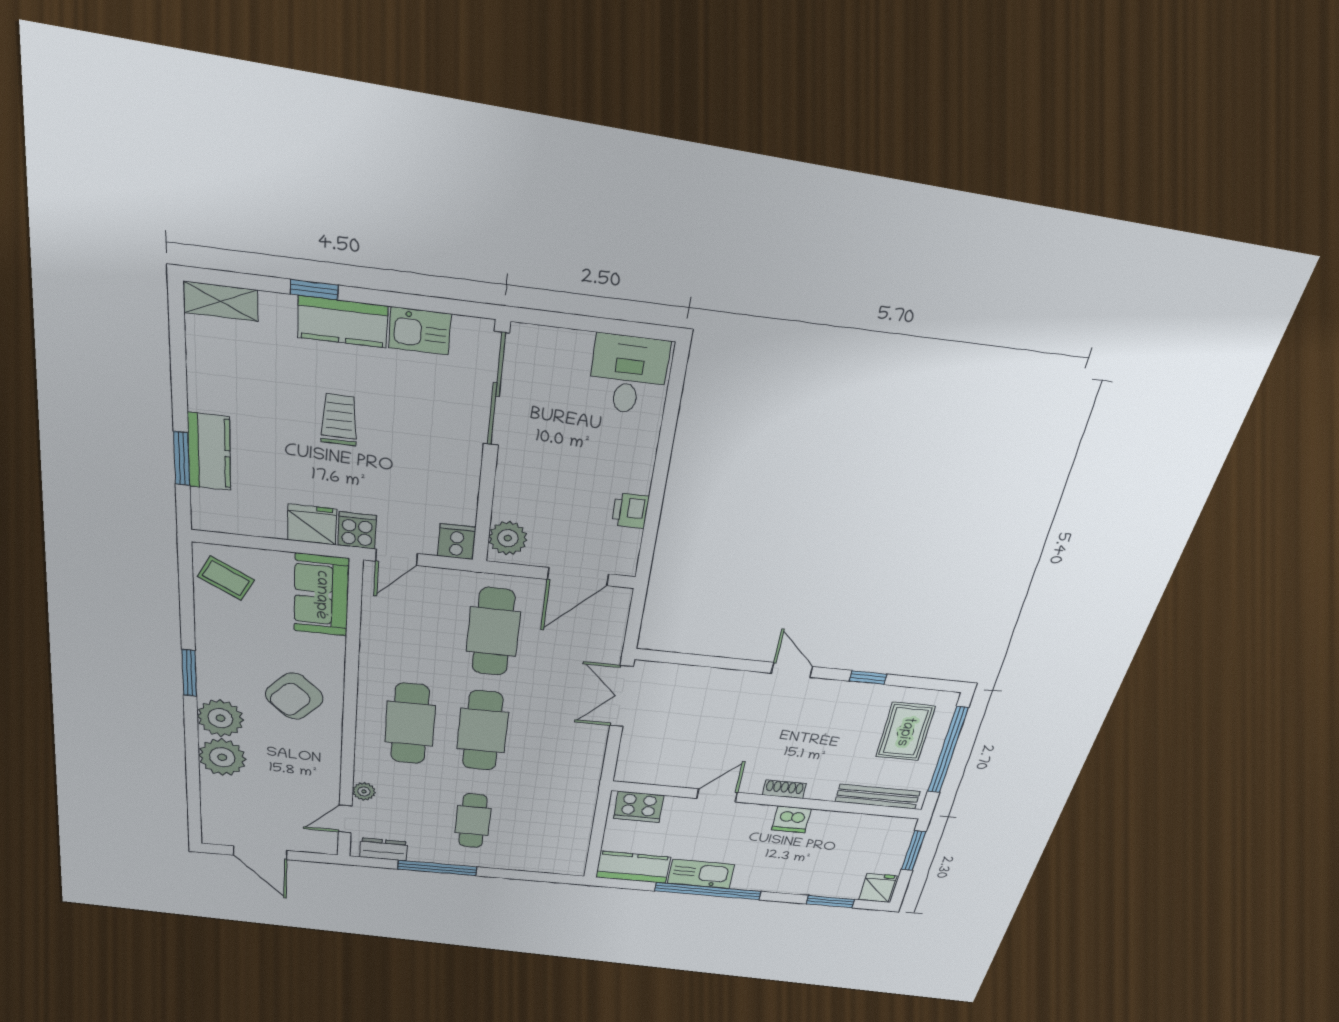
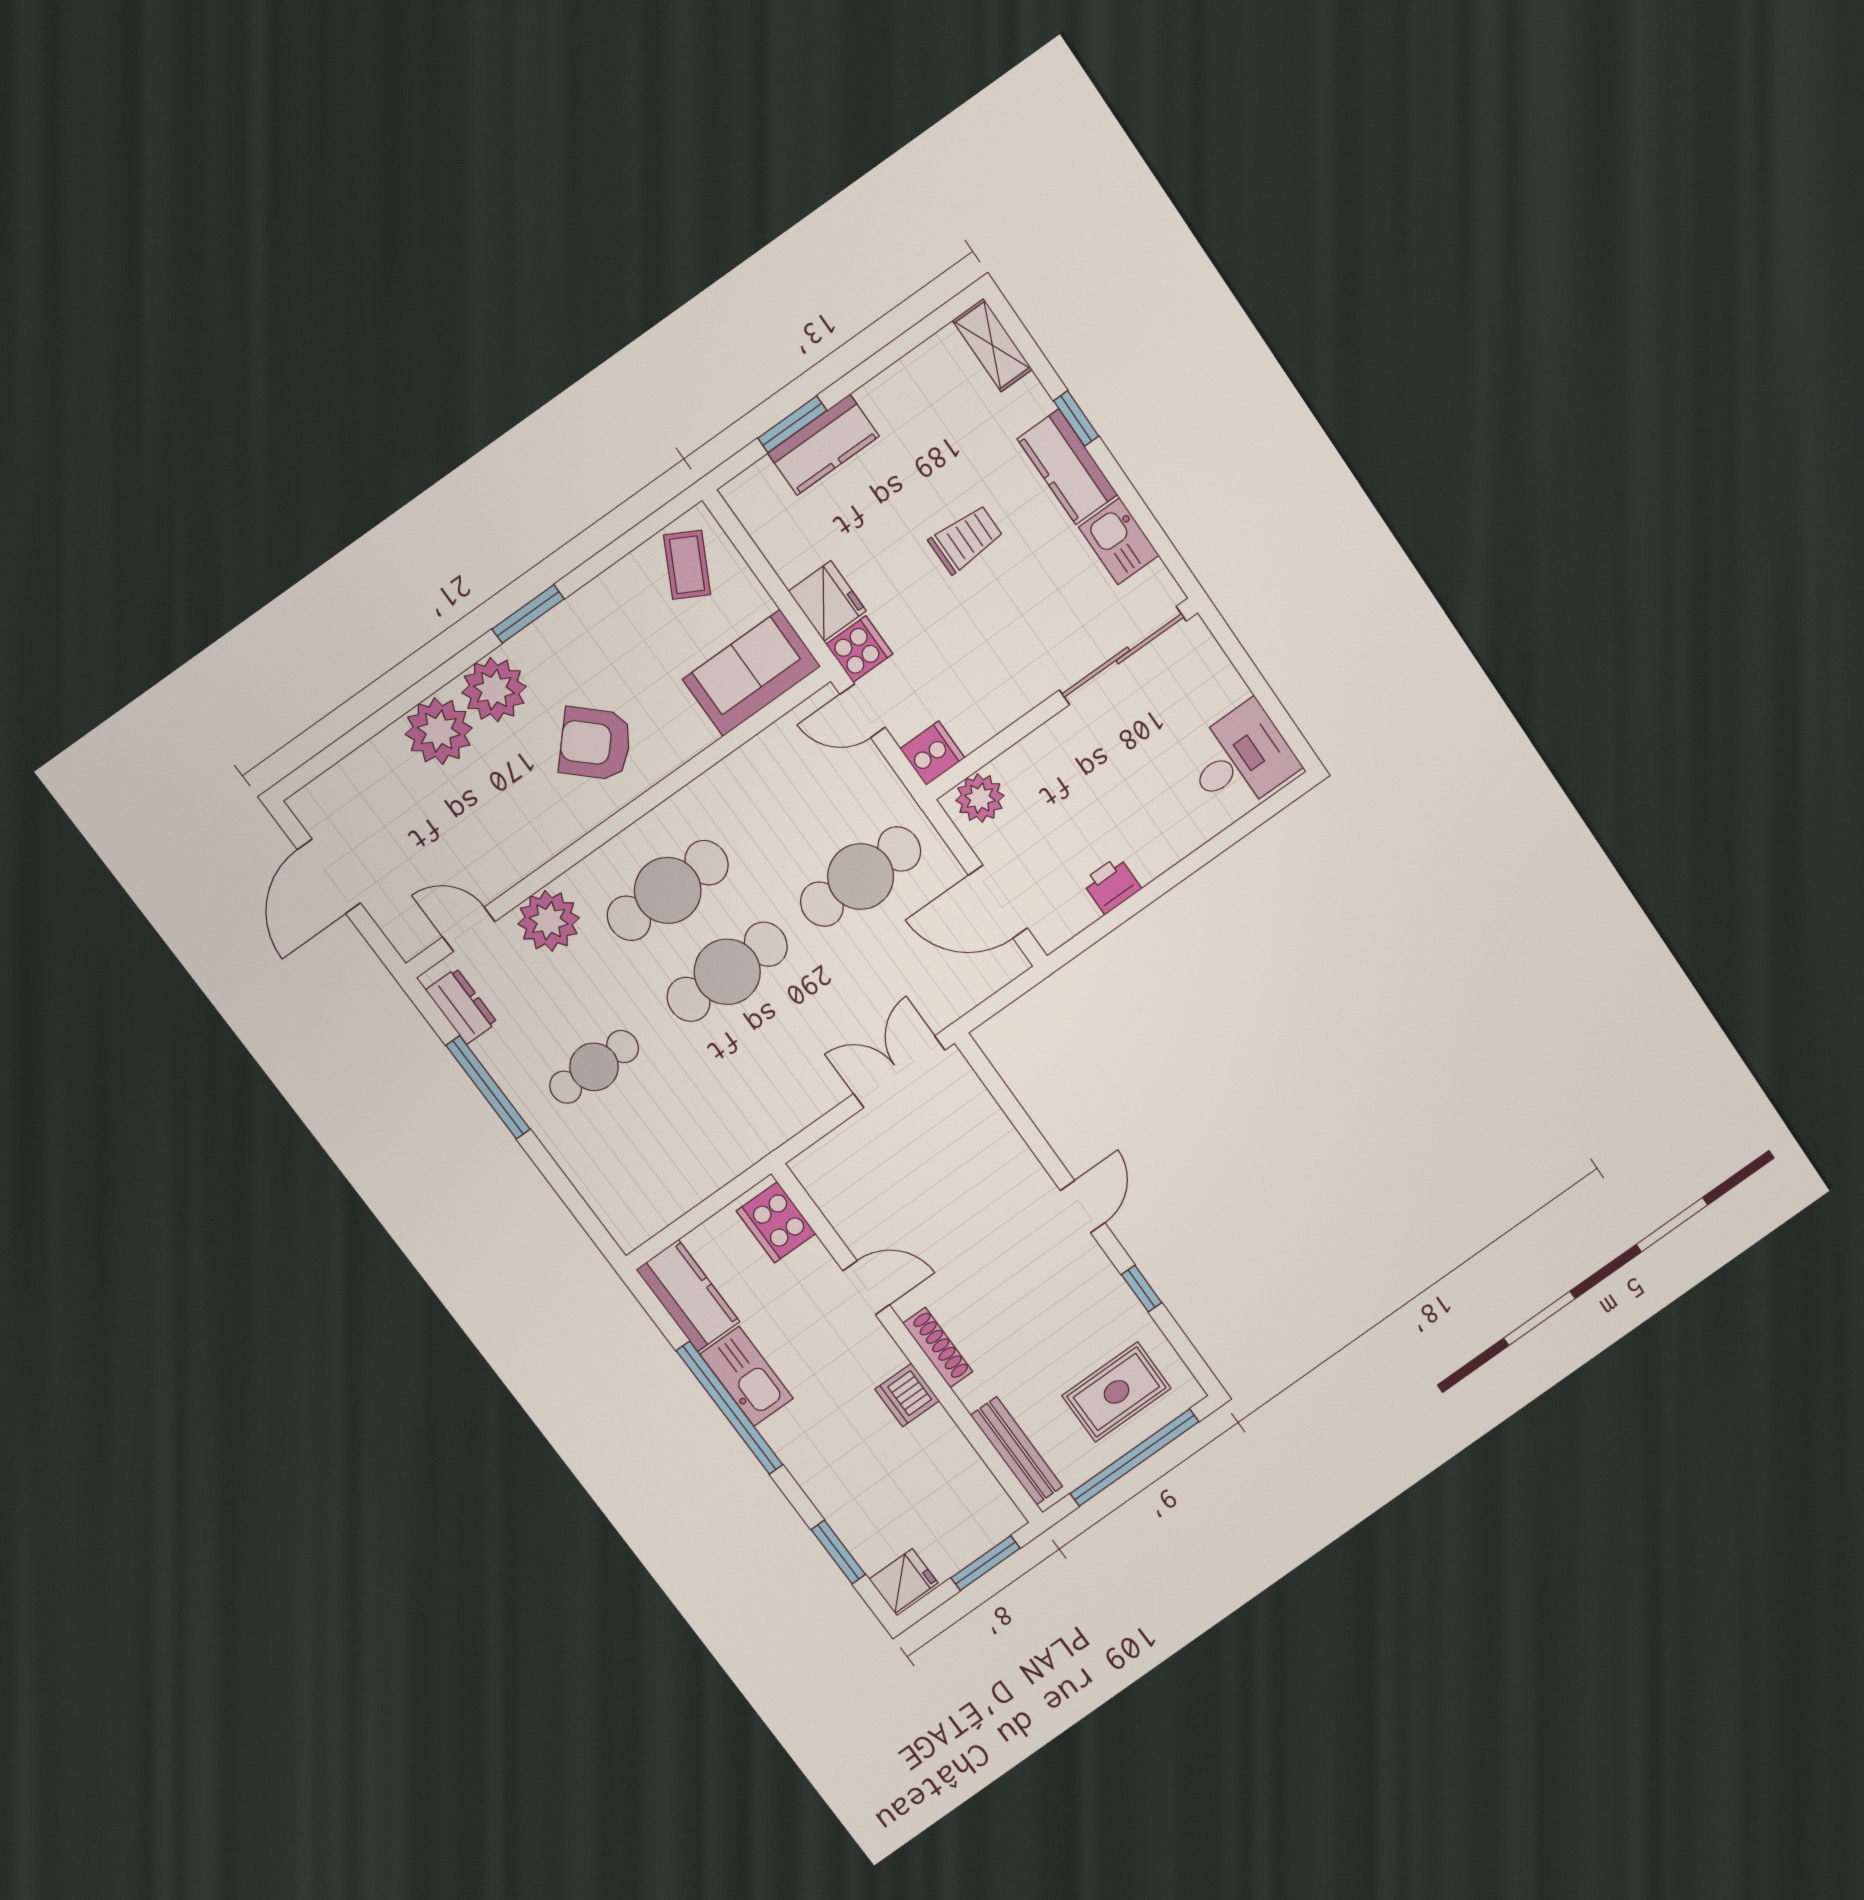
shoe rack: (784, 789) -> (938, 1347), width x1.43
plant: (364, 791) -> (549, 921), width x1.87, depth x1.87

